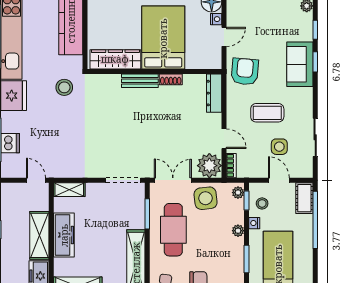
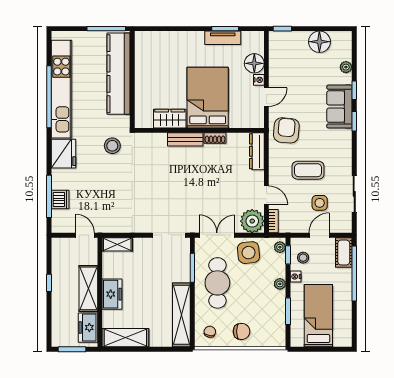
wardrobe: (115, 59) -> (170, 119), width x0.67
sofa: (300, 64) -> (339, 107), moved
door: (279, 180) -> (319, 235), hinge flipped
freezer: (64, 235) -> (112, 294), width x0.71

